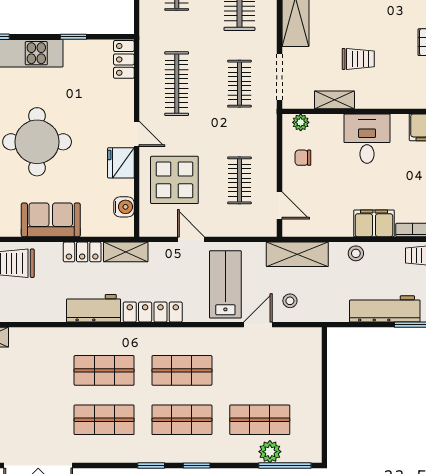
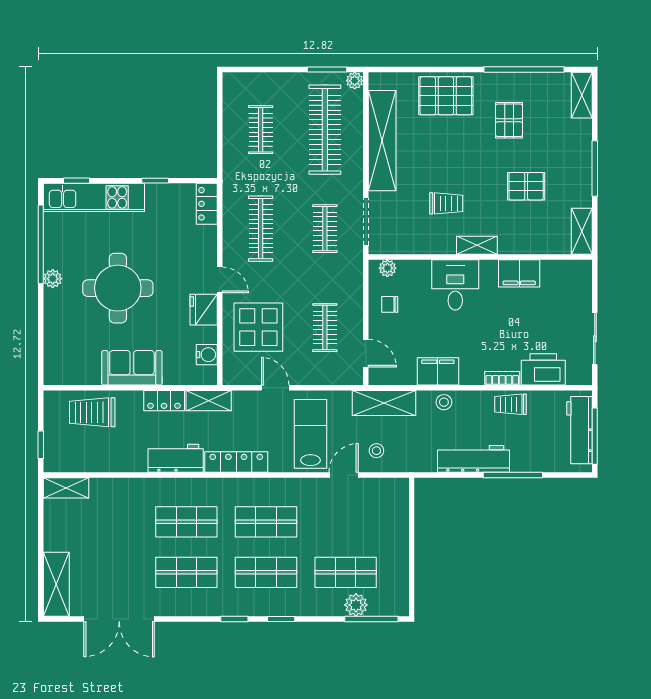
shelving: (334, 100) -> (477, 245), moved
filing cabinet: (374, 223) -> (438, 371), moved

